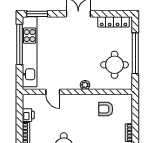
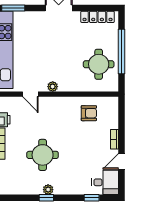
plant: (85, 85) -> (53, 87), moved
armchair: (106, 109) -> (89, 113), turned 180

